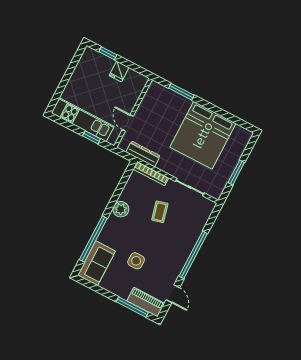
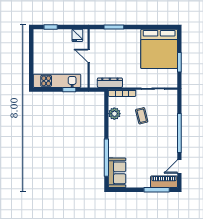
fridge: (119, 71) -> (77, 35), moved
door: (128, 123) -> (89, 56), moved
bed: (203, 135) -> (159, 49), moved
plant: (121, 209) -> (114, 114), moved
side table: (136, 261) -> (143, 157), removed
door: (173, 294) -> (179, 167), swing flipped

